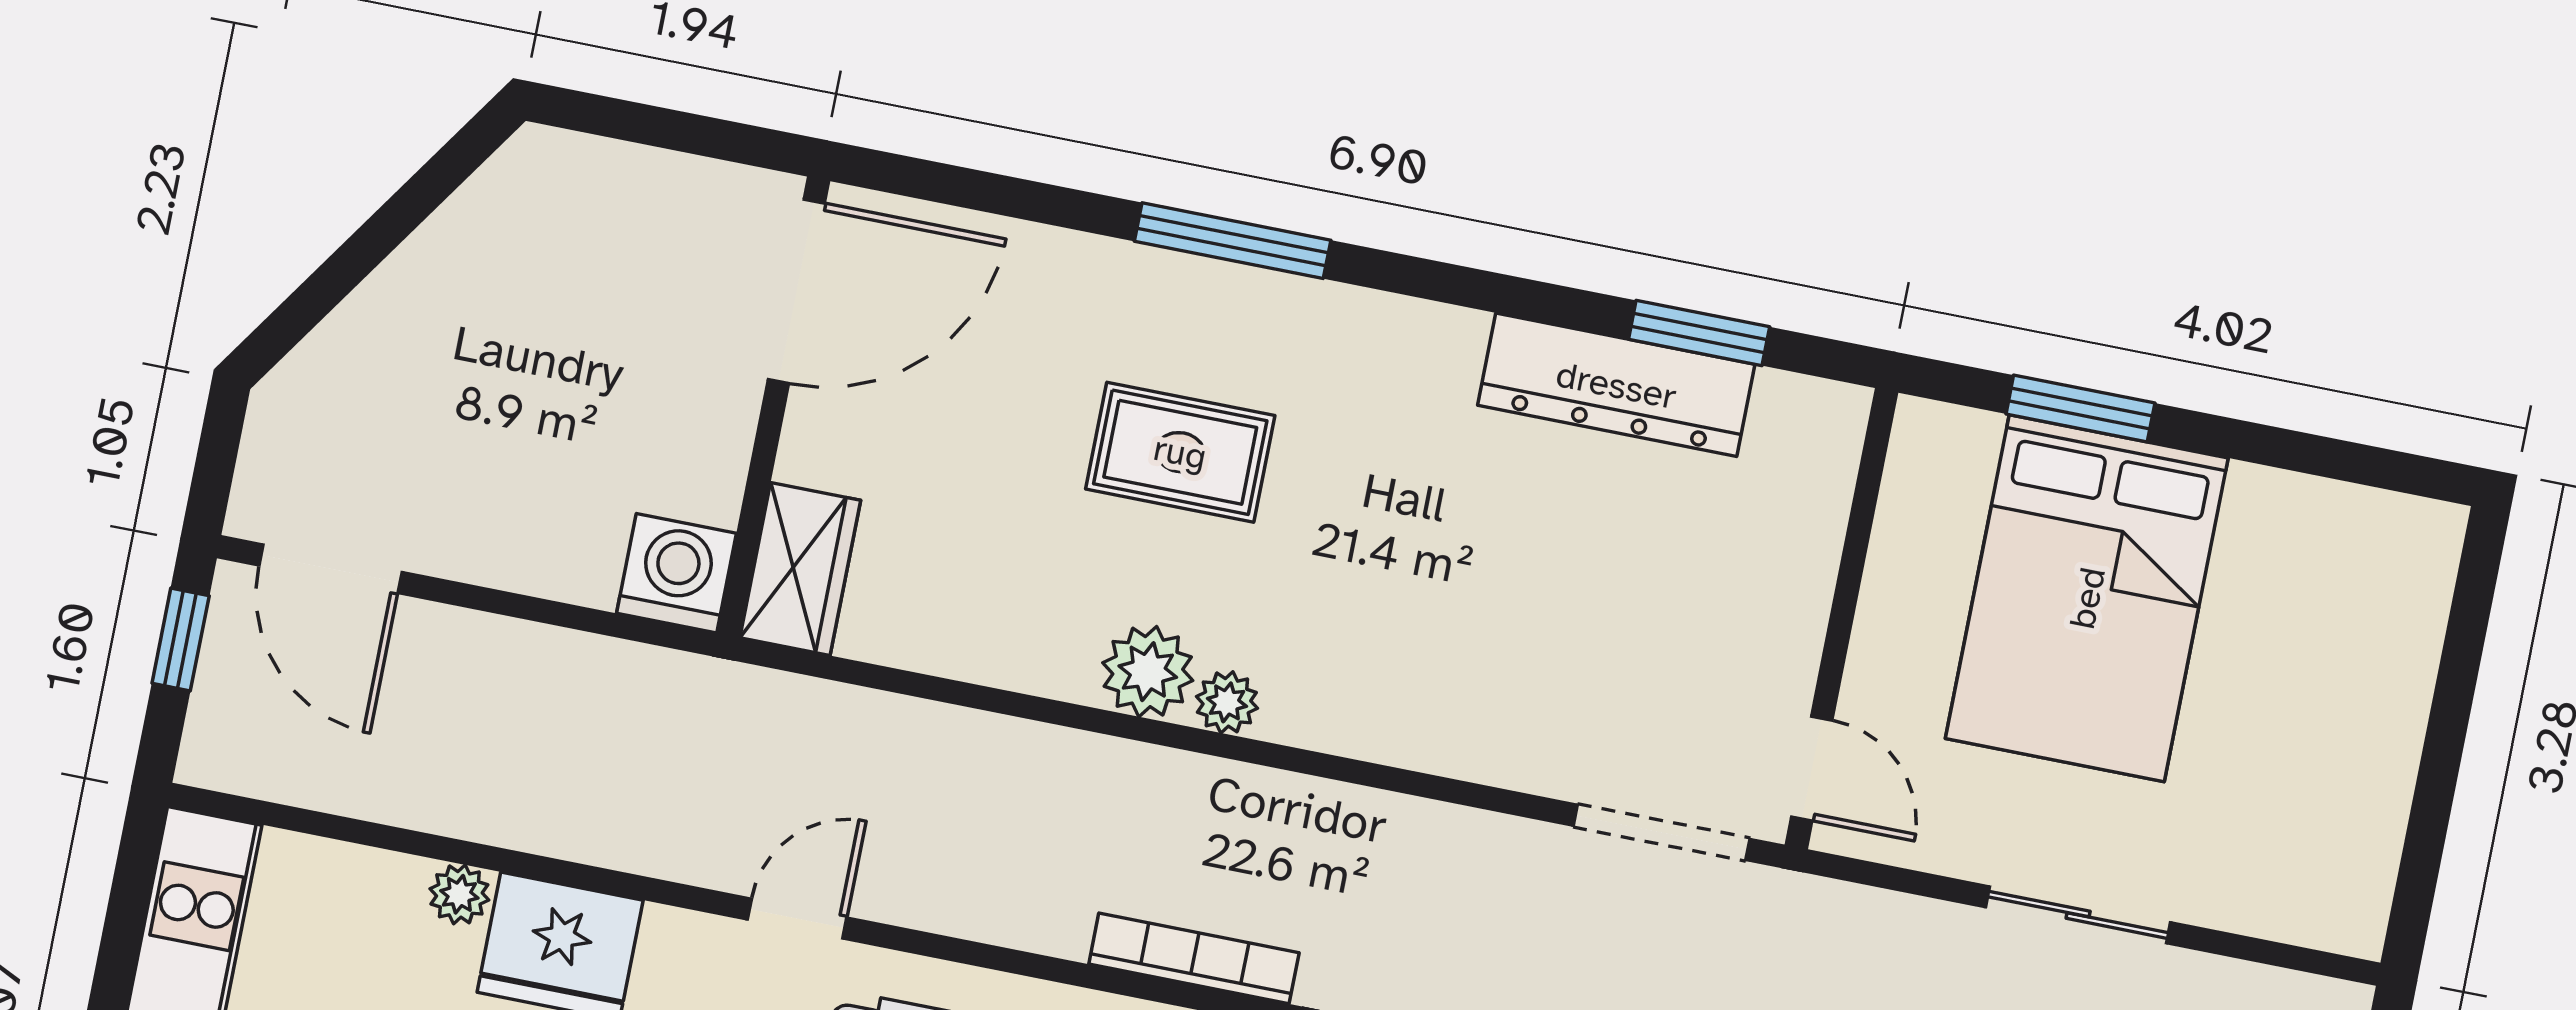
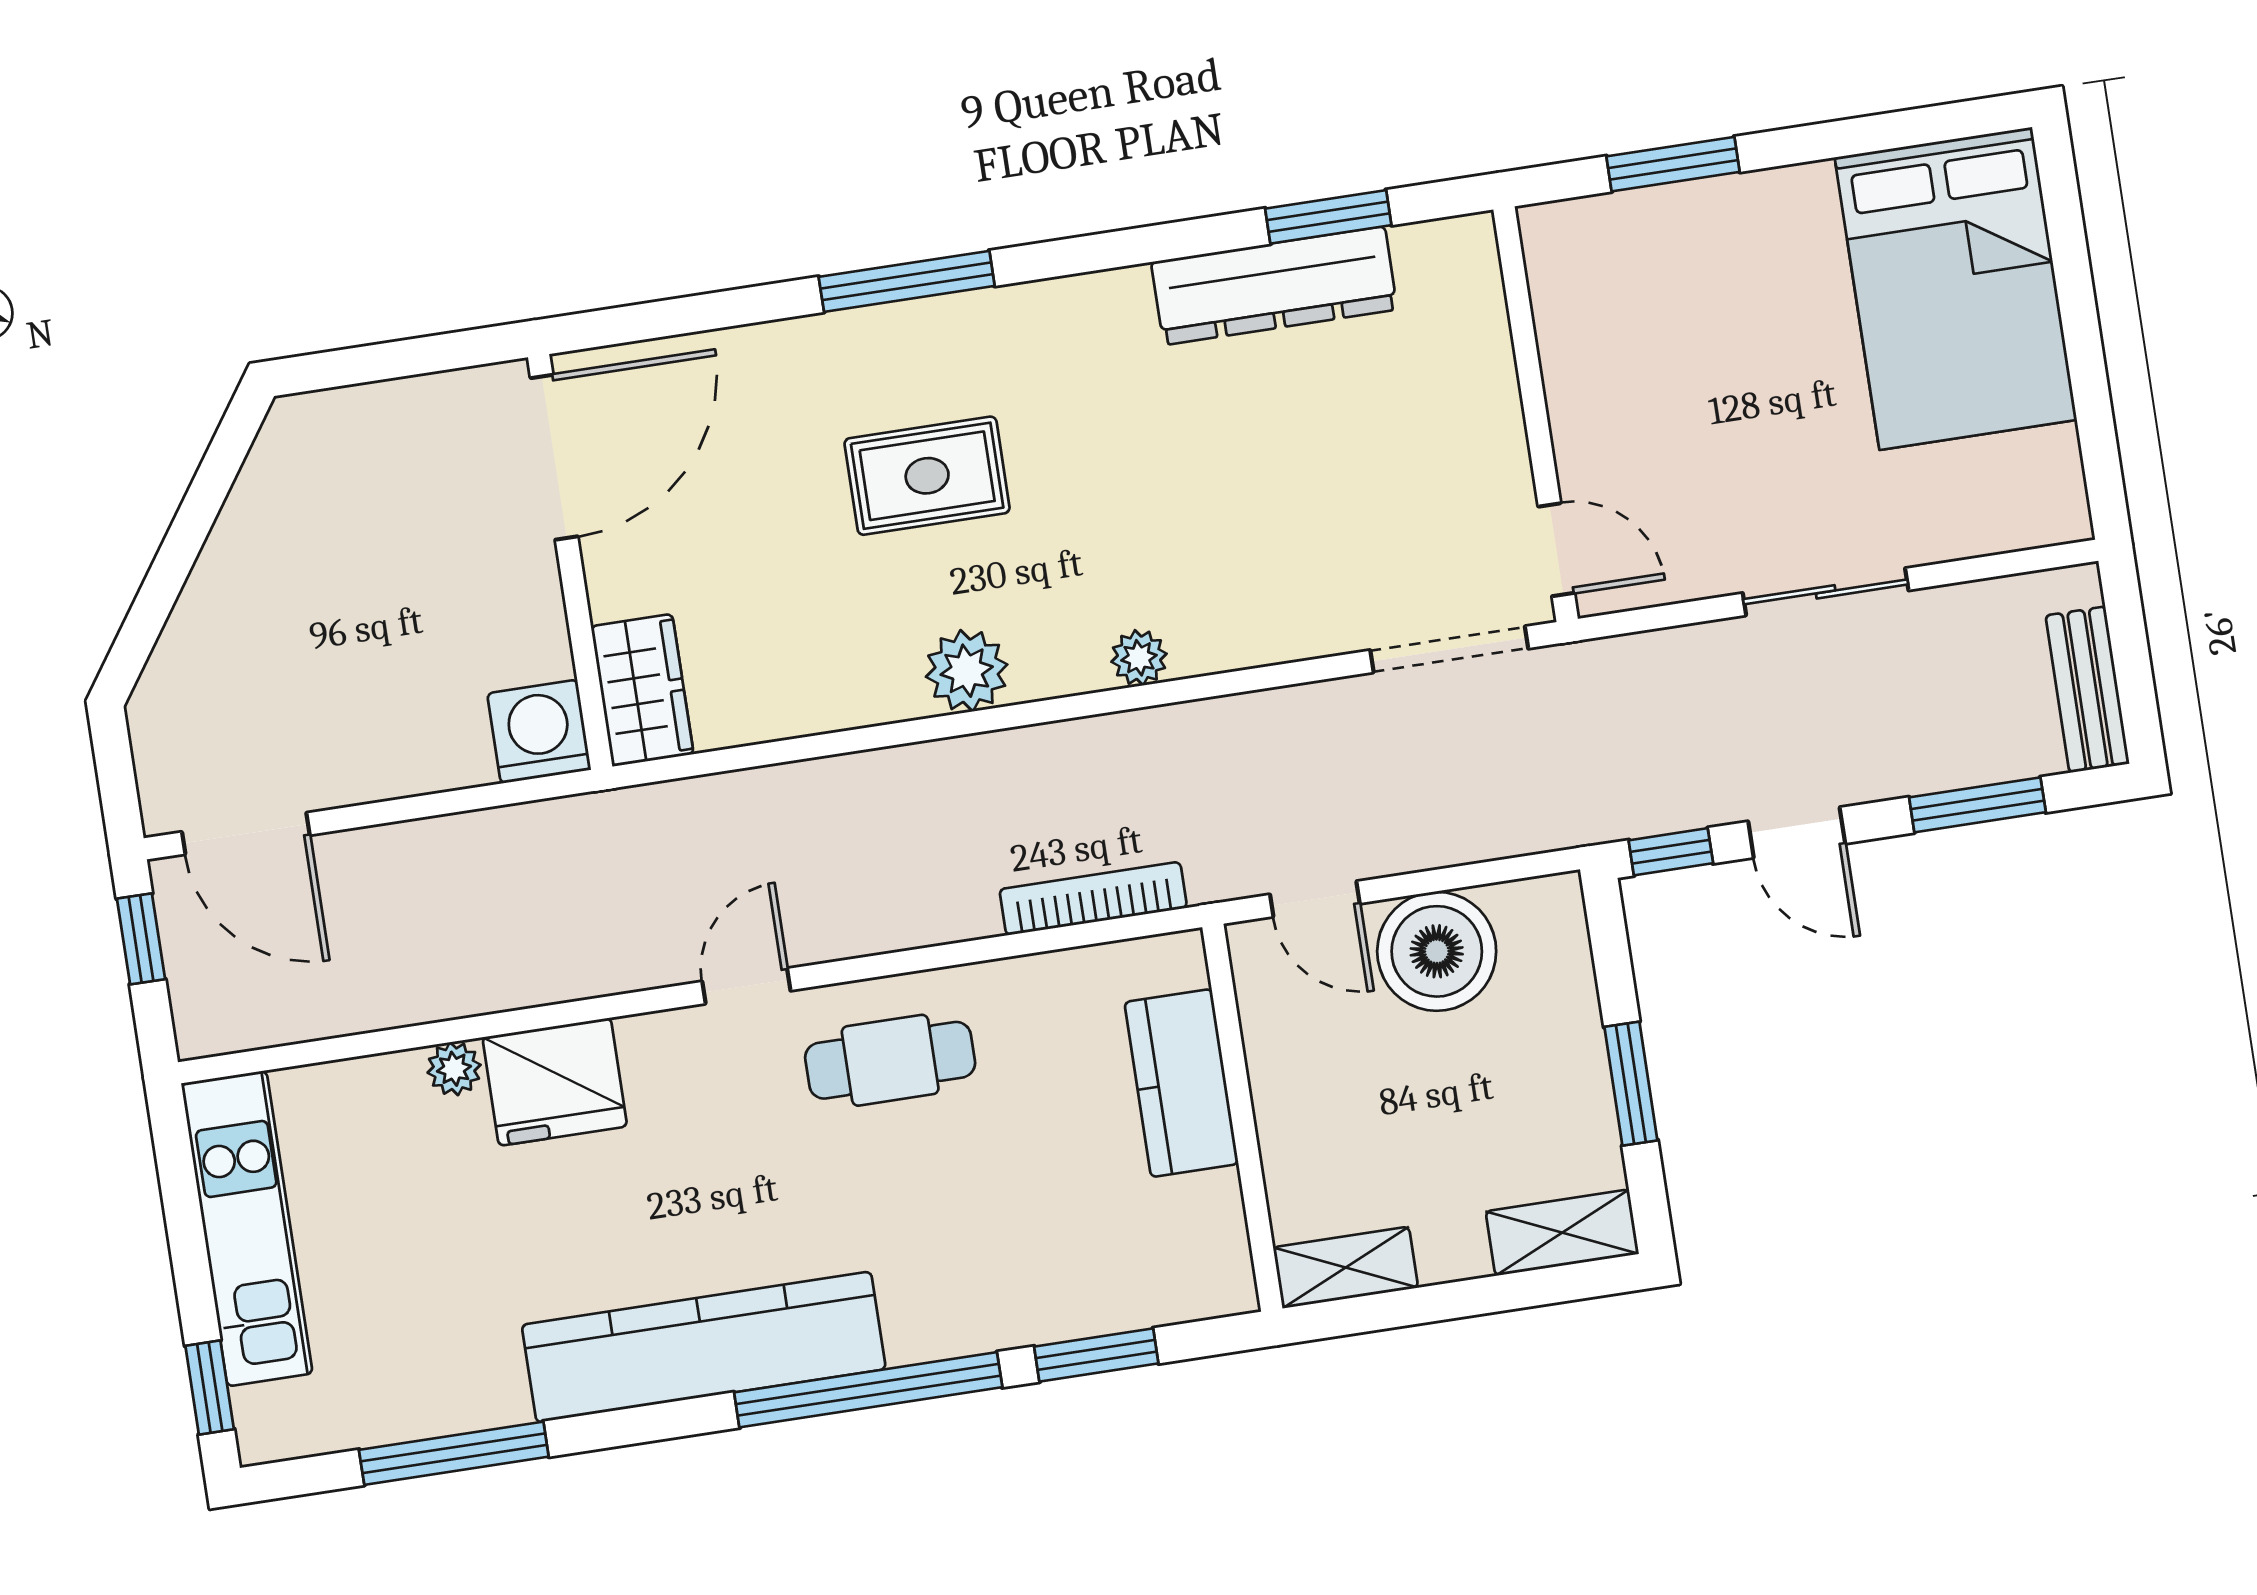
bed: (2087, 598) -> (1956, 289), moved
plant: (1227, 702) -> (1139, 658), moved

